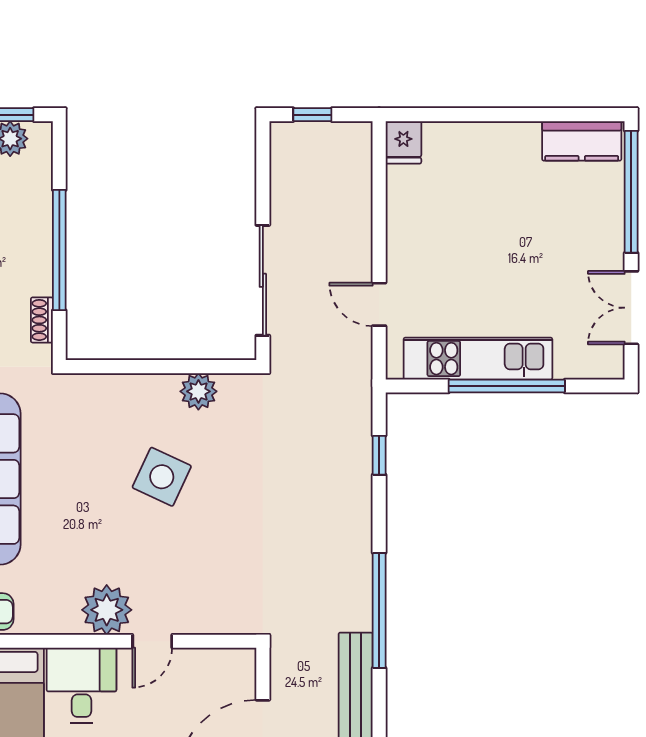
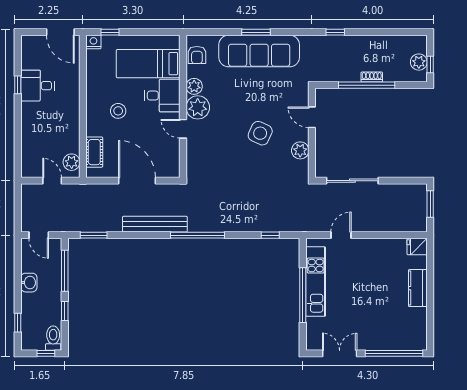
window: (312, 115) -> (430, 204), width x1.50
kitchen counter: (582, 141) -> (418, 288), moved
shoe rack: (42, 320) -> (372, 77), moved
door: (128, 367) -> (312, 117), added
plant: (62, 618) -> (194, 86), added

